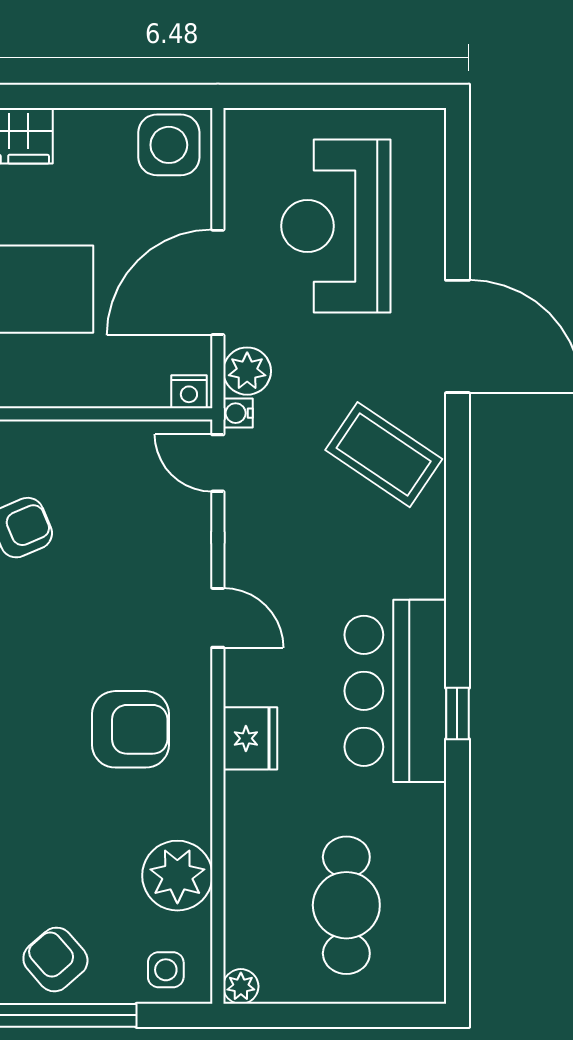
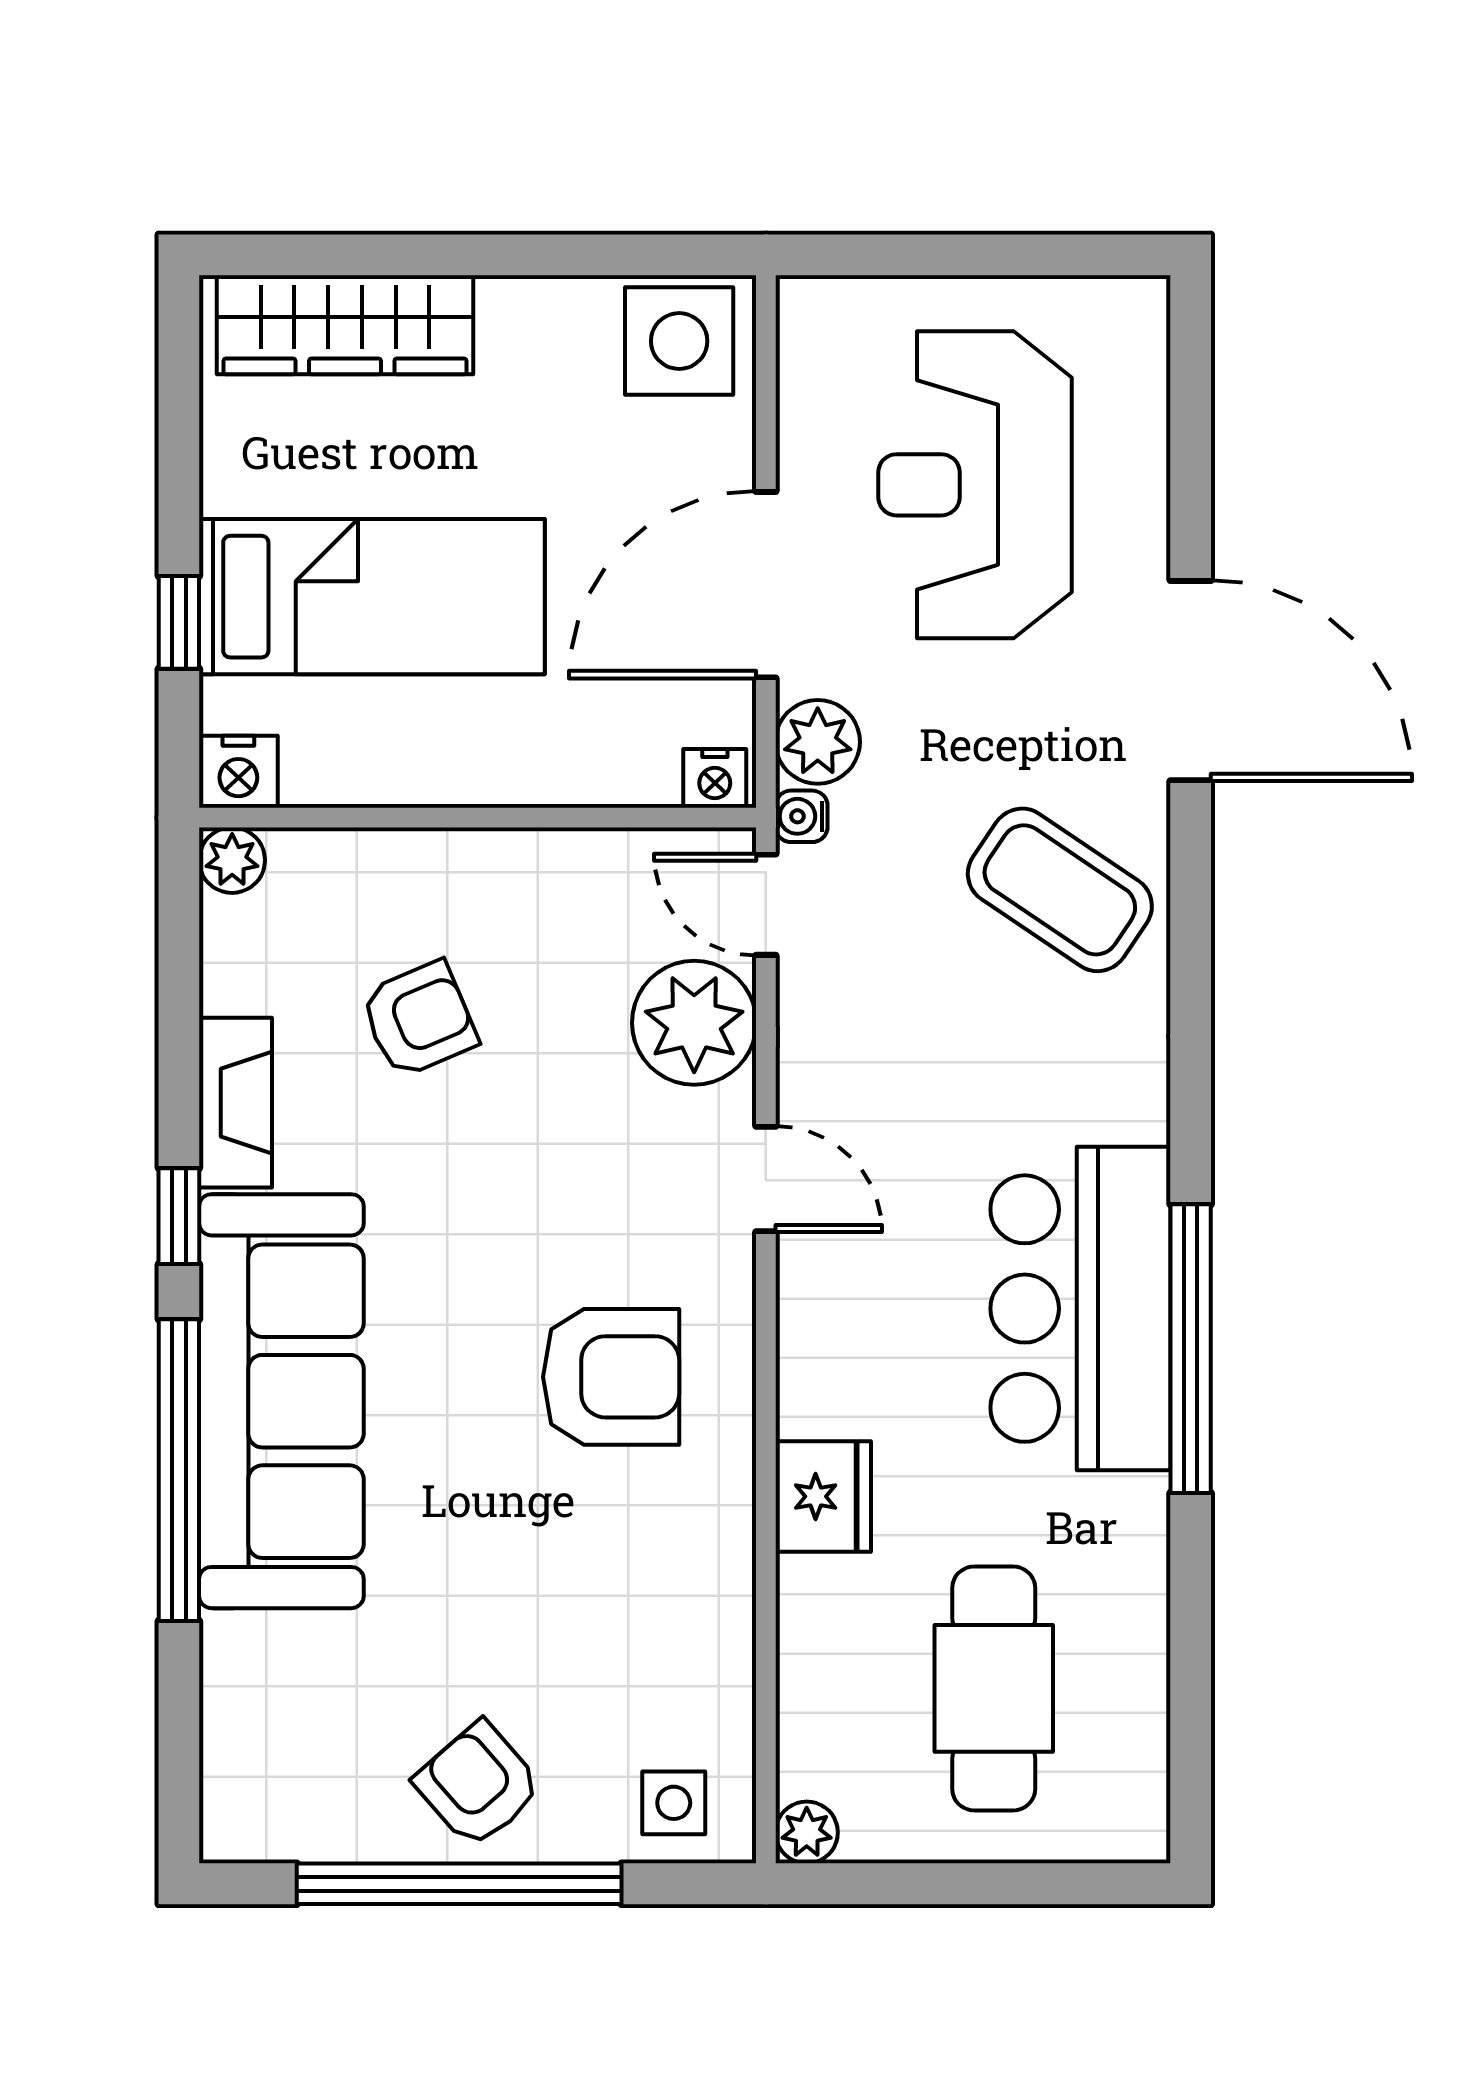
window: (457, 714) -> (1191, 1349), width x3.17
fridge: (250, 738) -> (823, 1496), moved
plant: (177, 876) -> (694, 1023), moved

